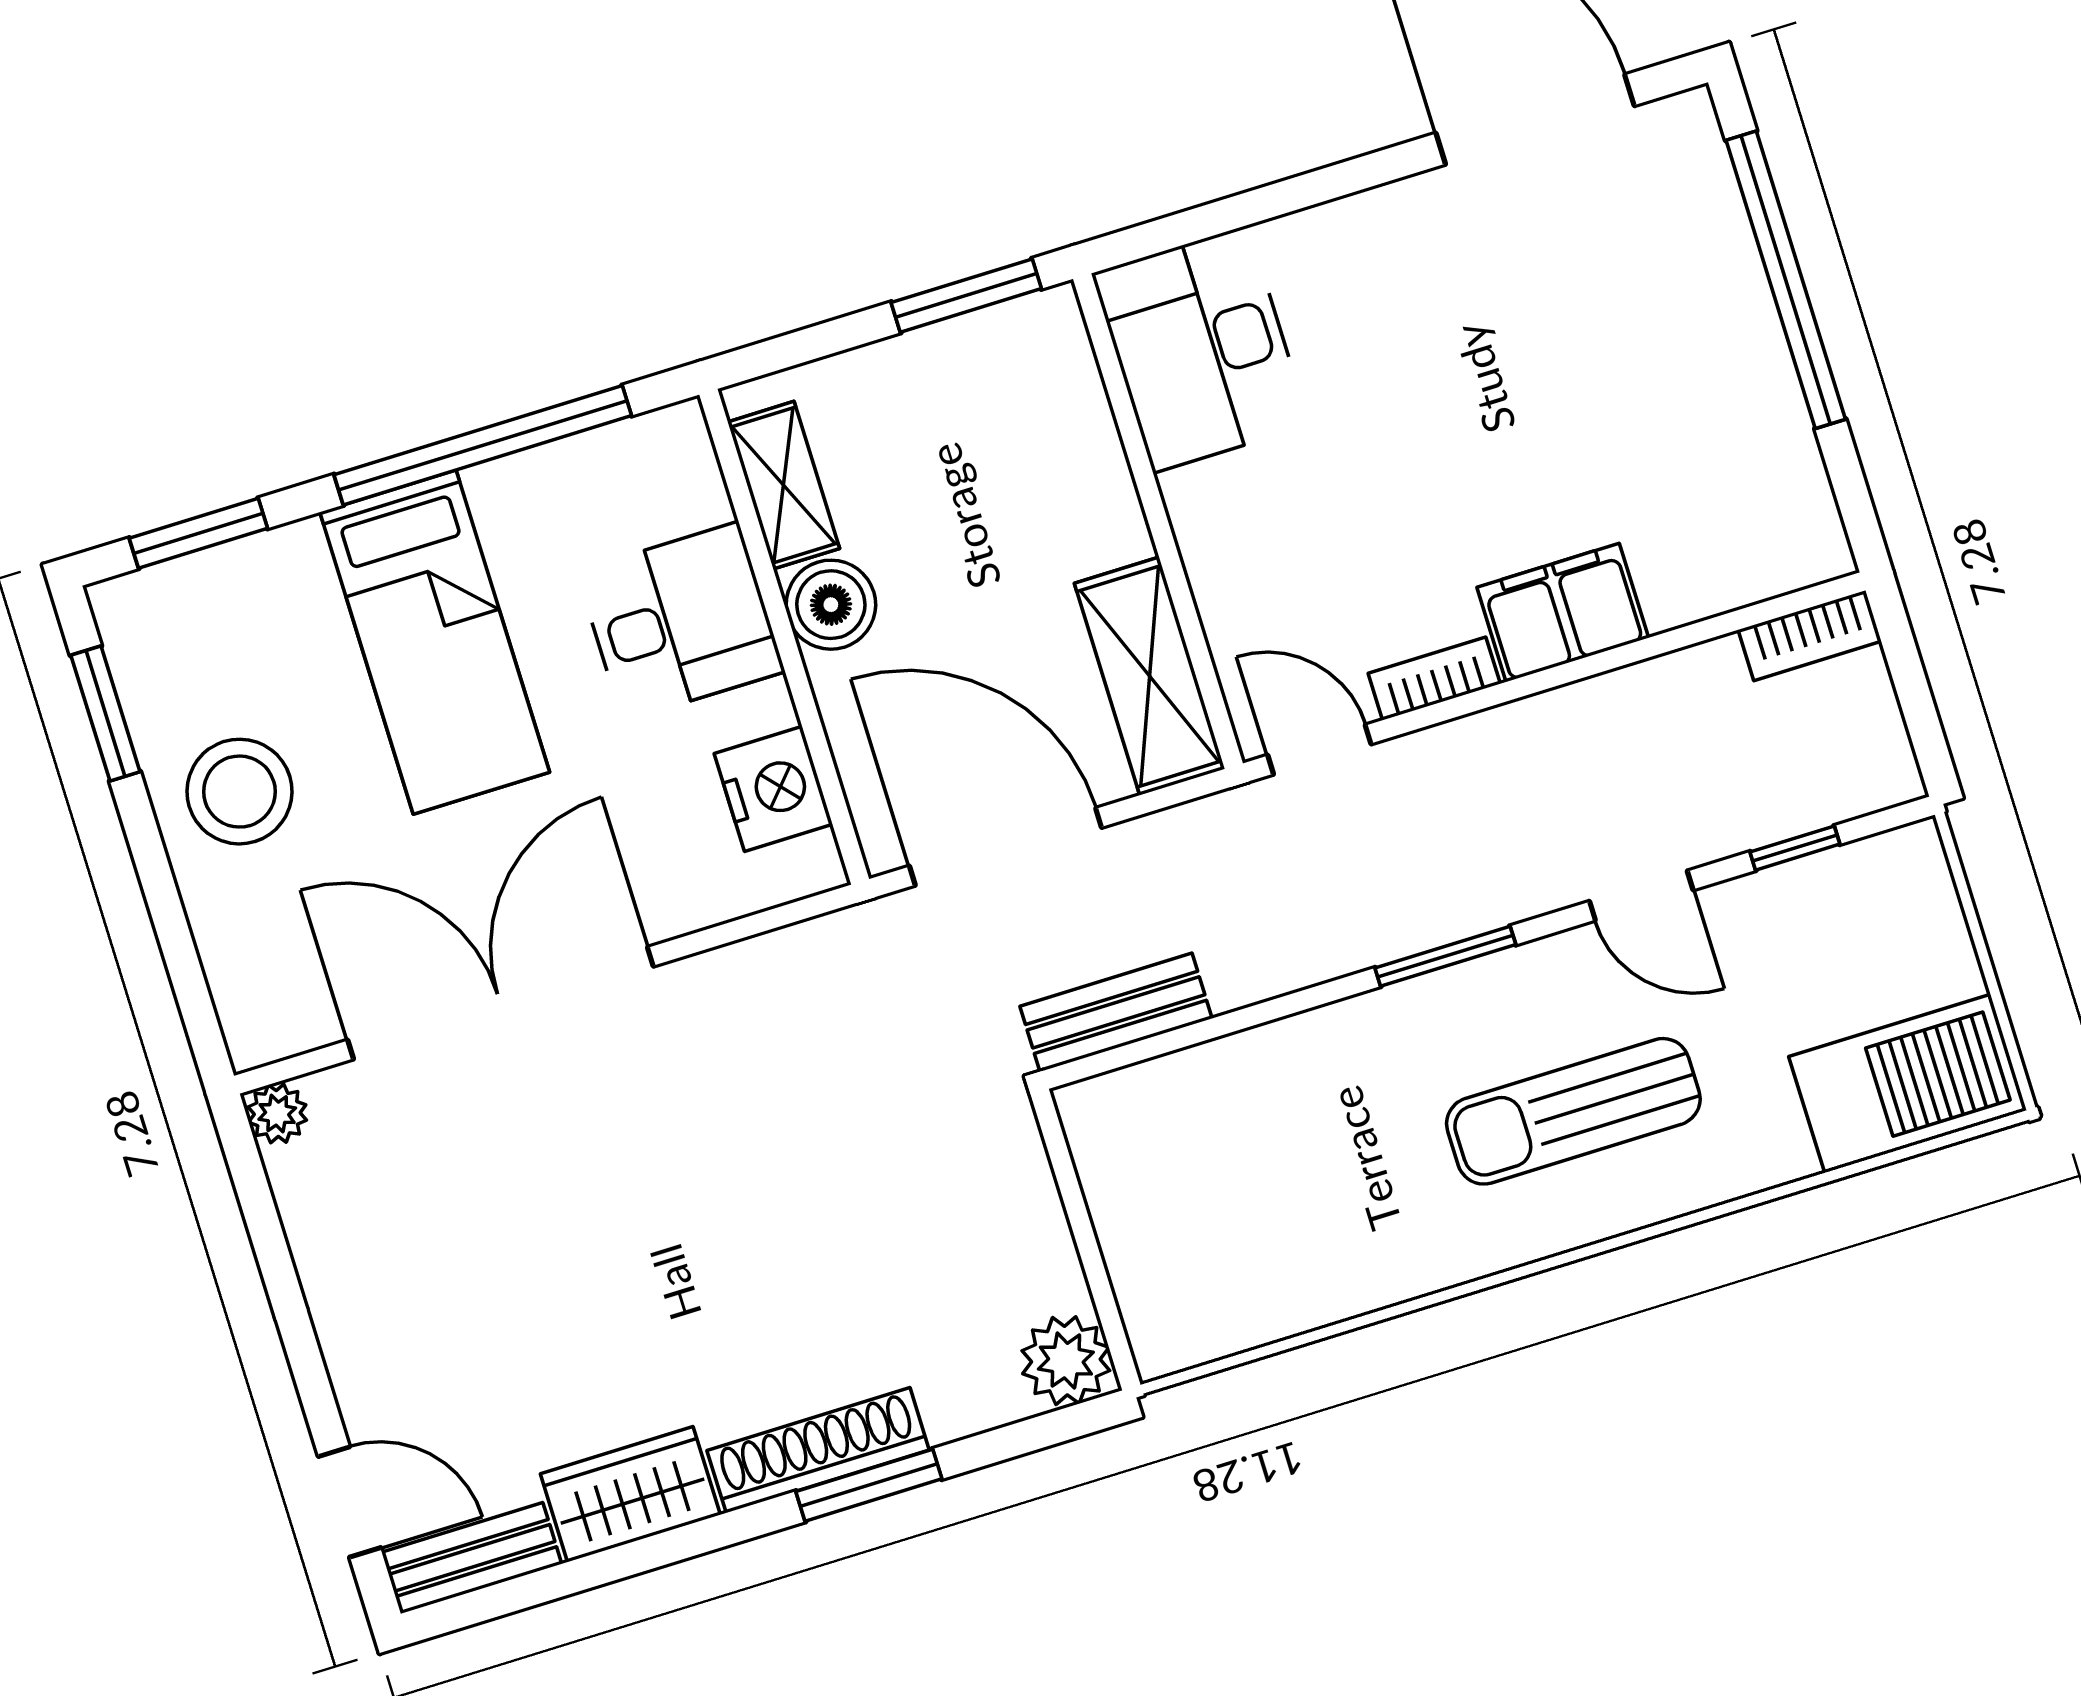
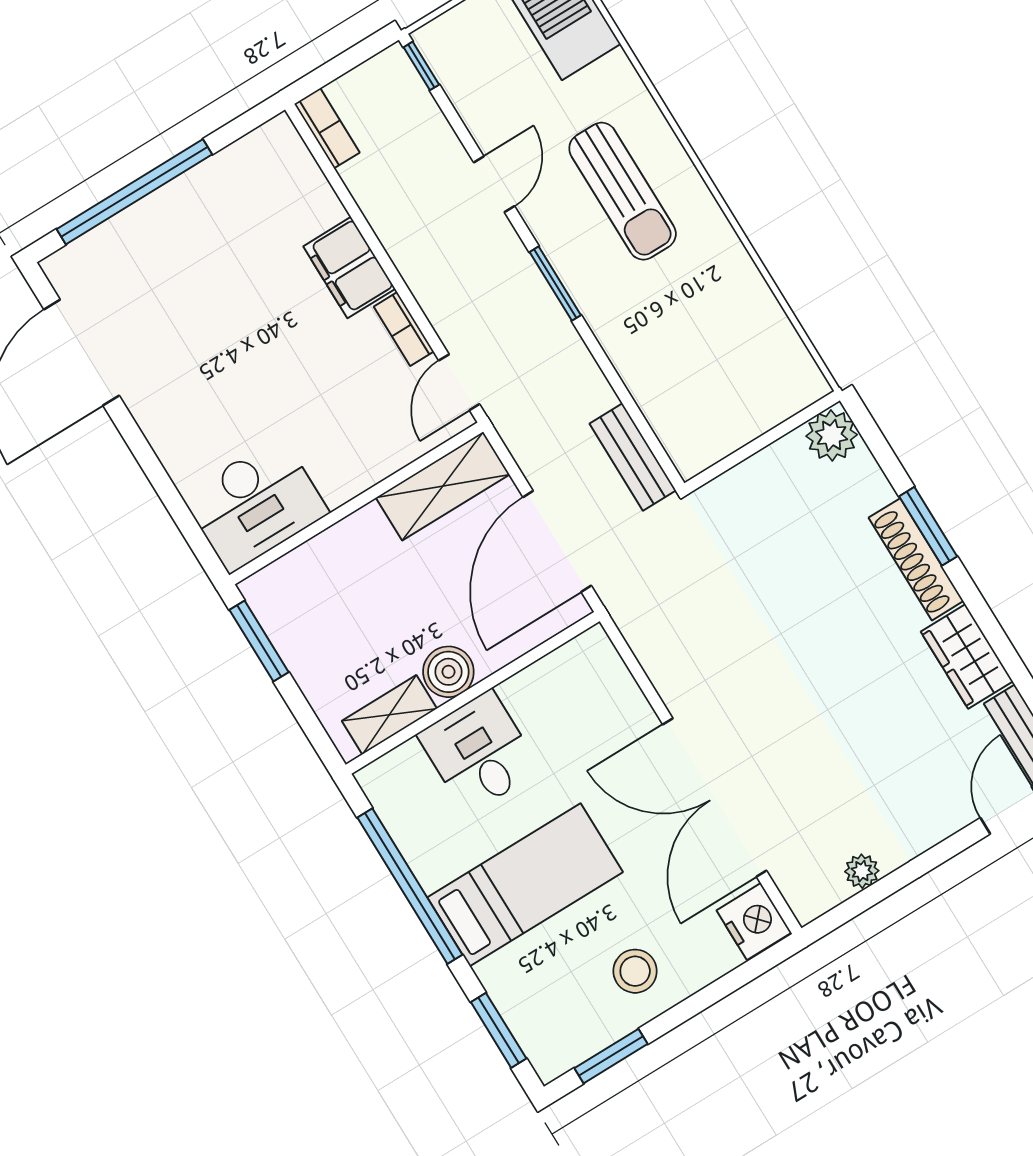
nightstand: (773, 789) -> (754, 921), moved, turned 90
stool: (239, 792) -> (635, 971), width x0.73, depth x0.73
window: (1795, 848) -> (421, 66), moved
plant: (277, 1114) -> (862, 871), moved

